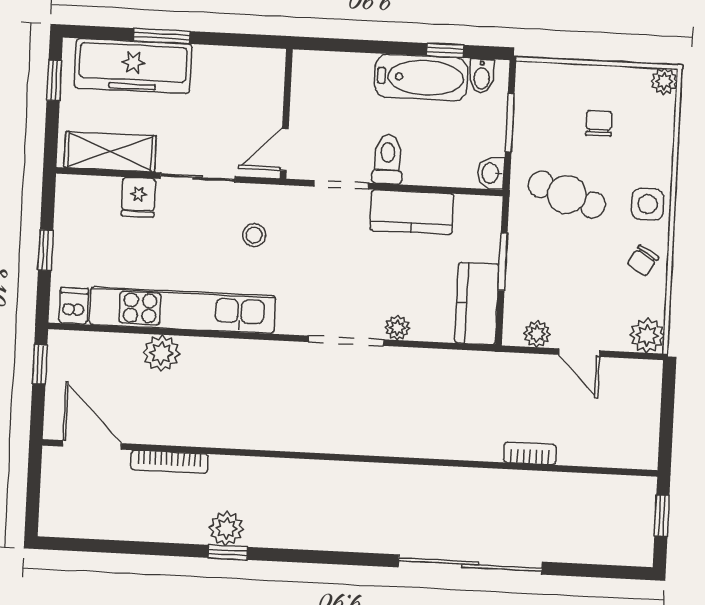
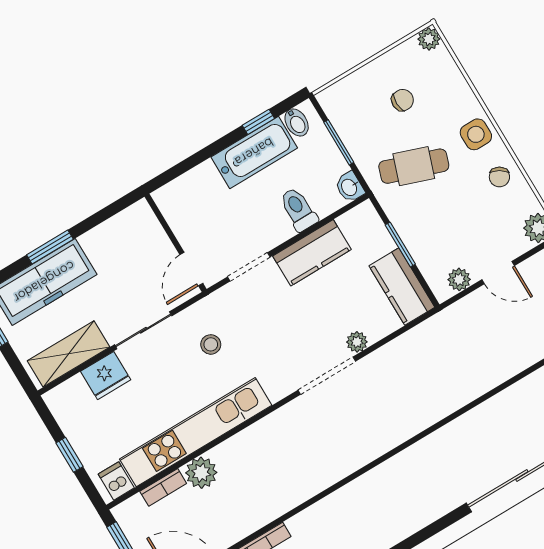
chair: (599, 123) -> (403, 100), turned 89
toilet: (388, 159) -> (298, 209), moved
fridge: (138, 197) -> (106, 376), width x1.38
bookcase: (530, 453) -> (163, 487), moved, turned 180

